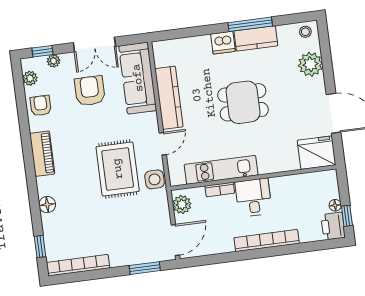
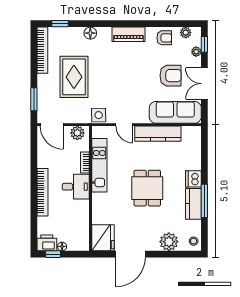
rug: (118, 169) -> (74, 77), moved, turned 90

